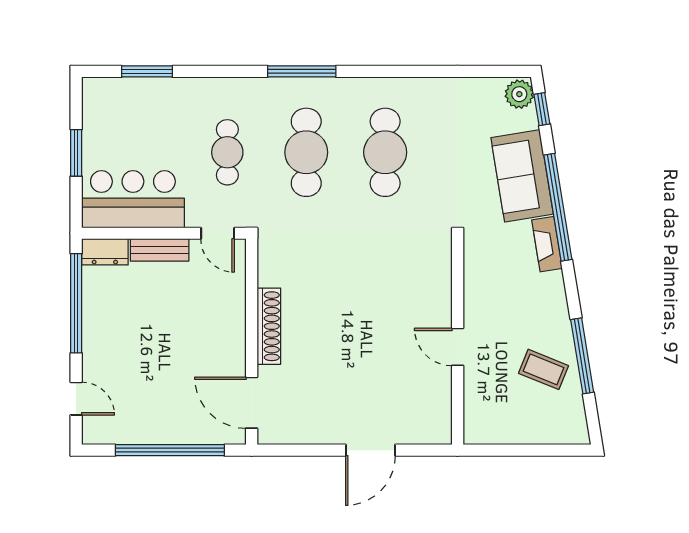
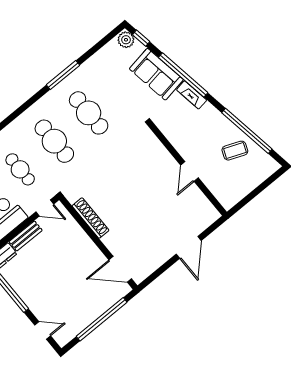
window: (302, 71) -> (63, 75), moved
shoe rack: (269, 326) -> (90, 218), moved
door: (458, 347) -> (190, 172), hinge flipped
window: (582, 356) -> (247, 131), width x1.46

